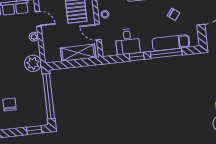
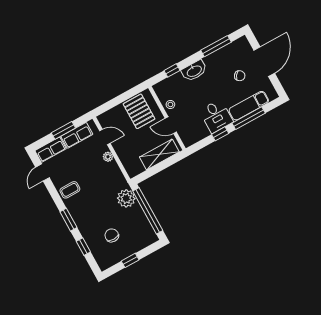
desk: (128, 42) -> (216, 116), moved
plant: (33, 63) -> (126, 198), moved
window: (34, 130) -> (130, 260), moved

